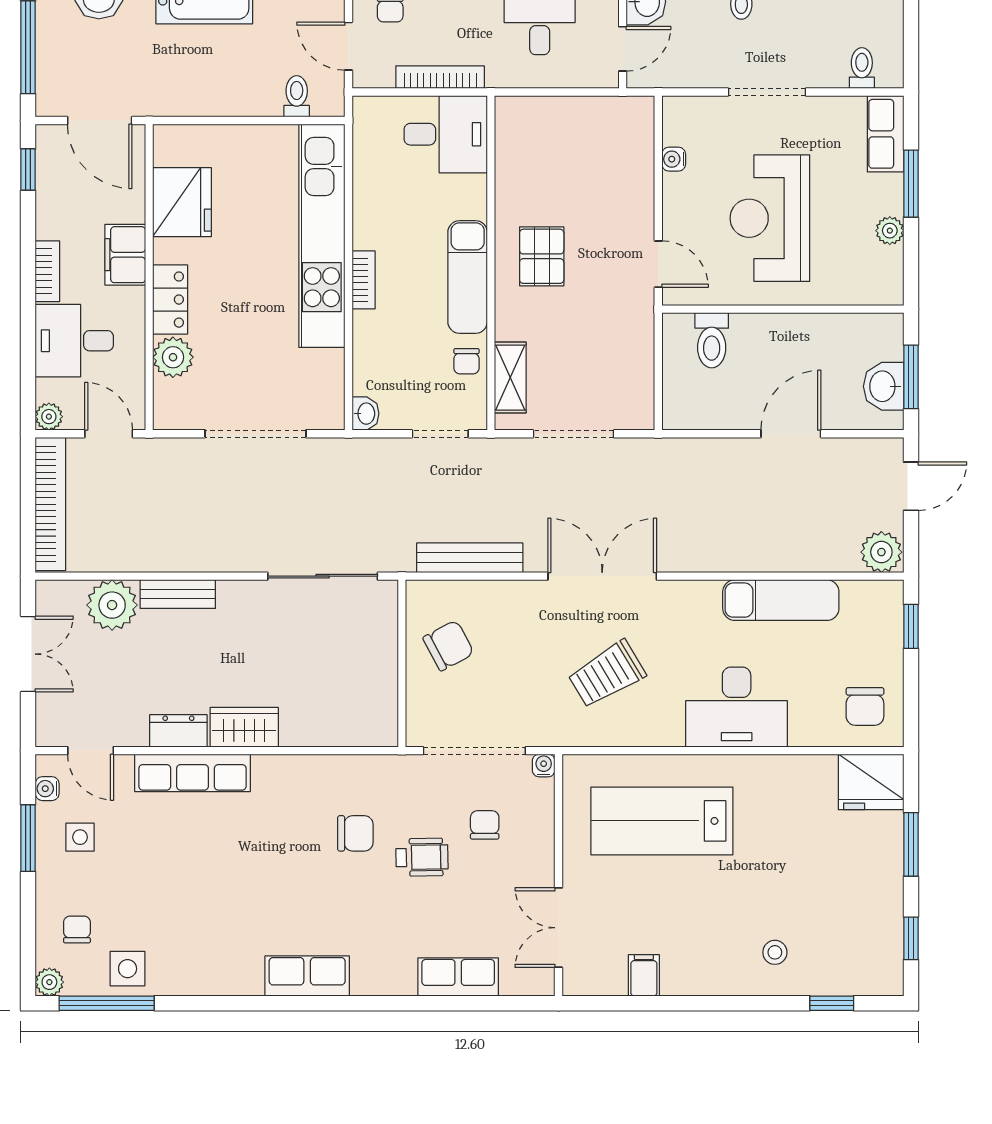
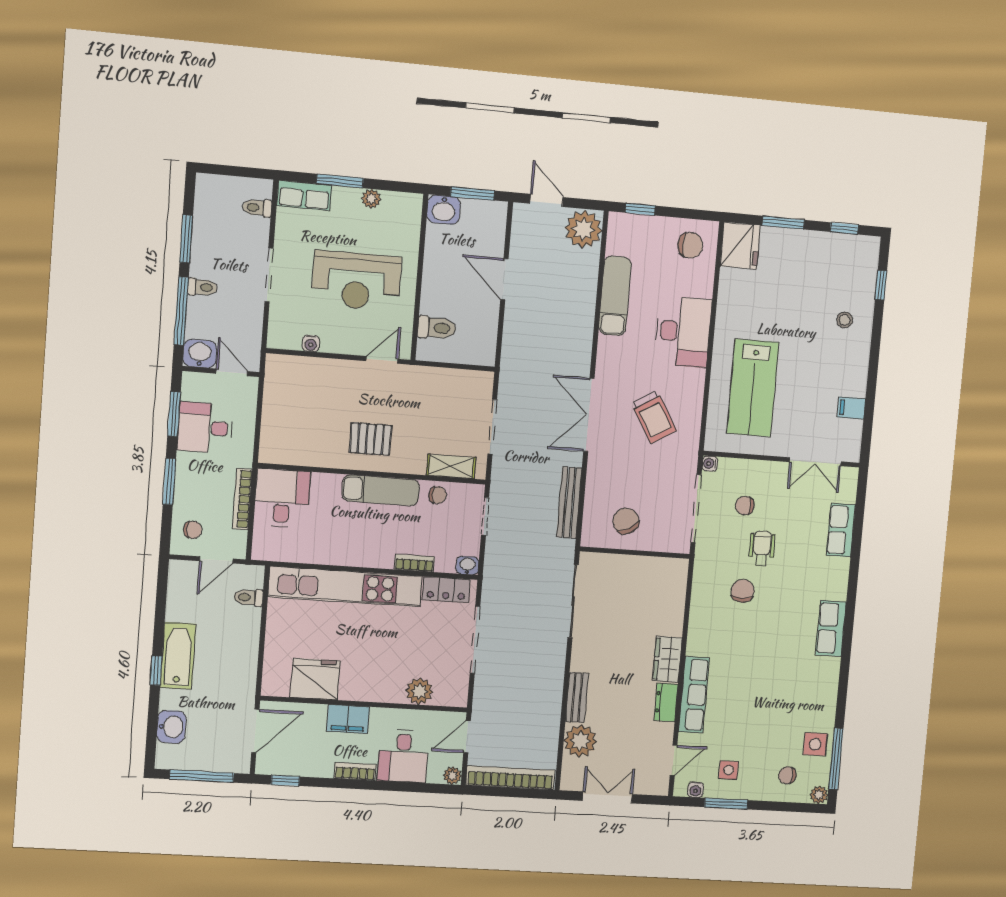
bookcase: (364, 280) -> (414, 563), moved
locker: (170, 300) -> (446, 590), moved, turned 180
washbasin: (884, 386) -> (444, 210), moved
plant: (881, 552) -> (583, 229), width x1.36, depth x1.36

